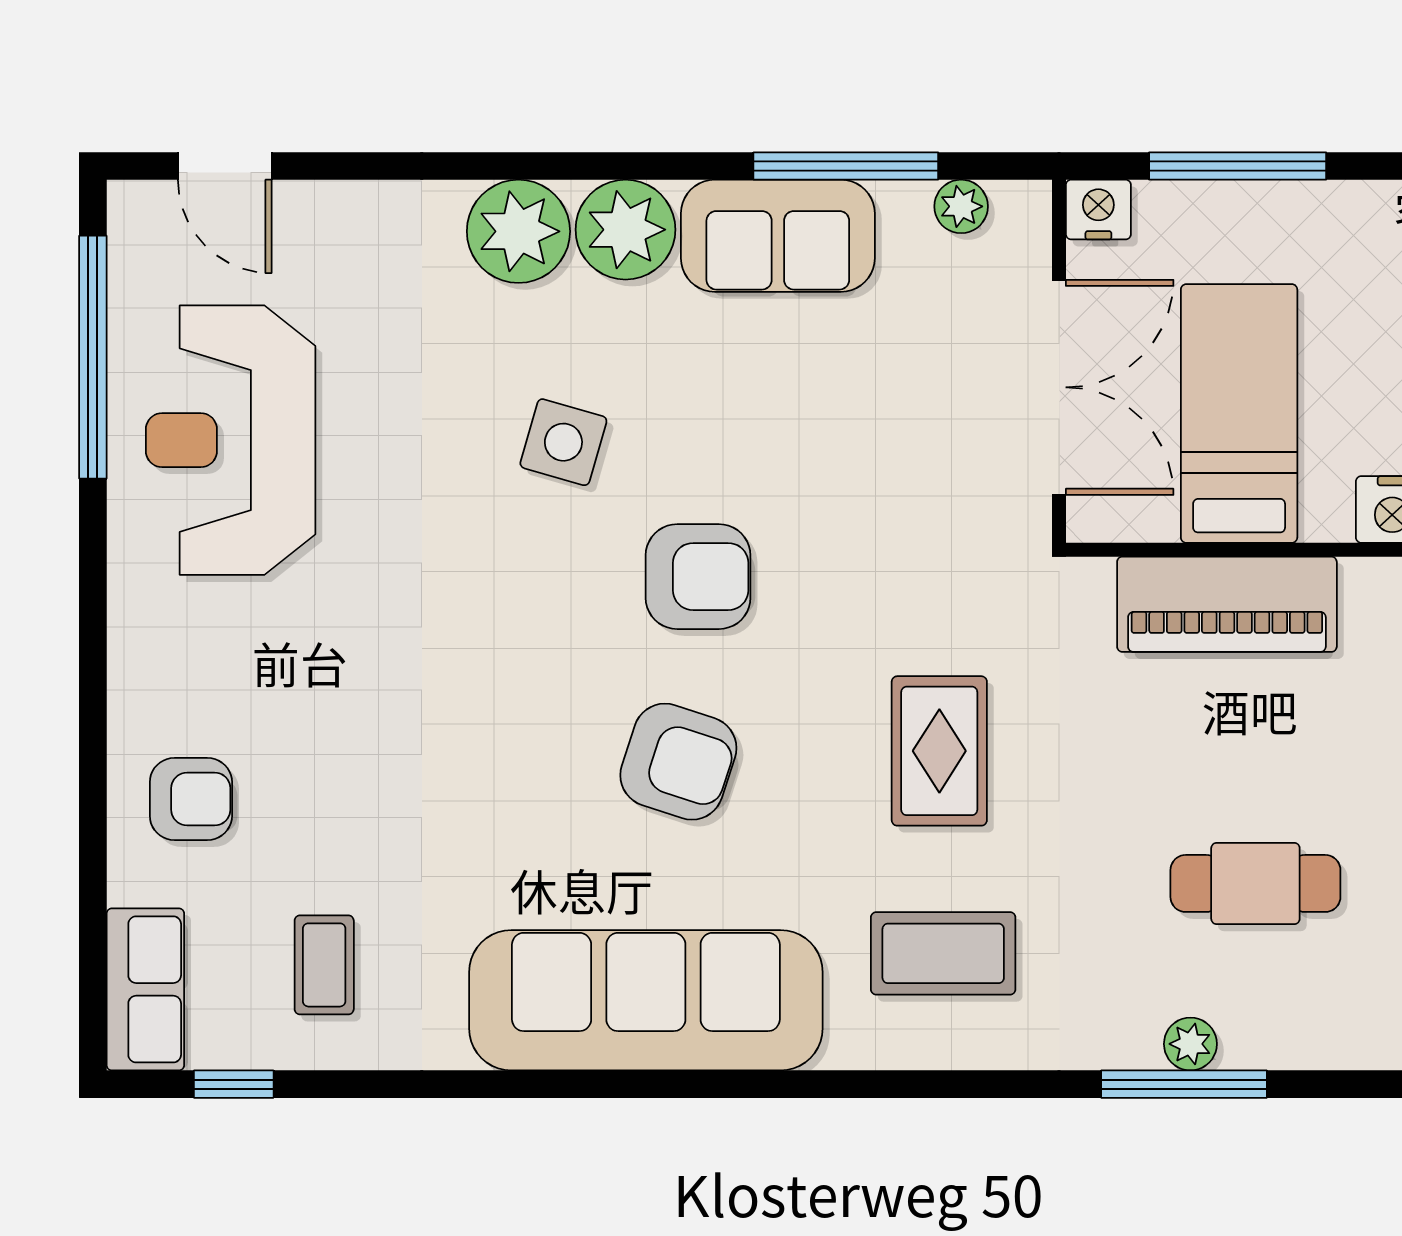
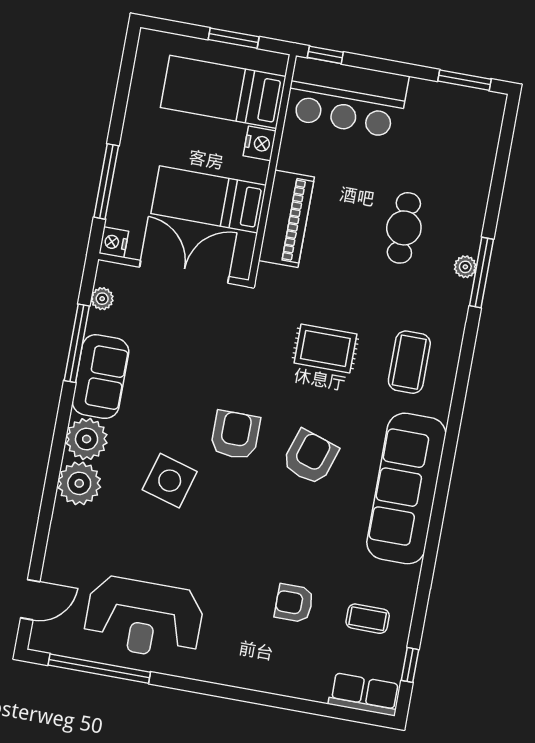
side table: (563, 442) -> (170, 481), width x1.37, depth x1.37
armchair: (191, 799) -> (294, 603), moved, turned -90

